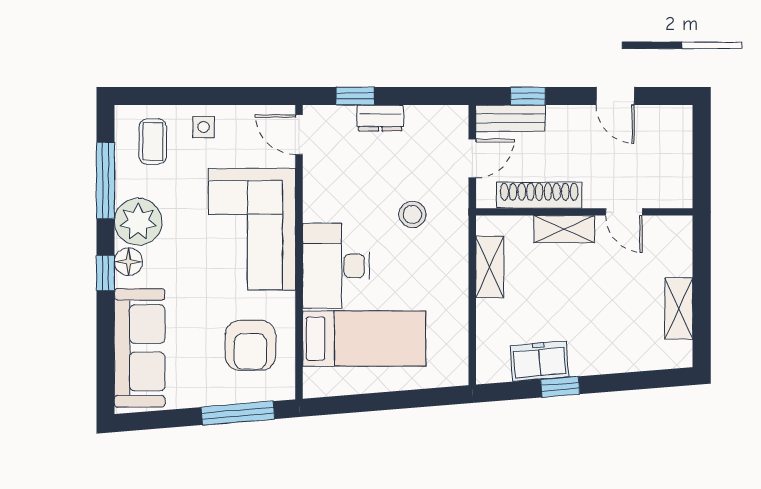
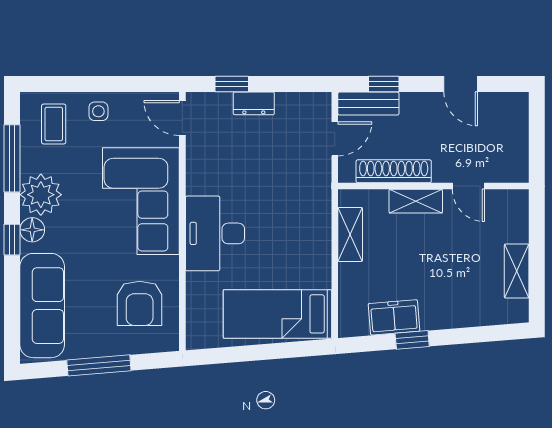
stool: (412, 215) -> (282, 188), removed
bed: (364, 339) -> (278, 314), moved, turned 180
window: (238, 413) -> (99, 365), moved

